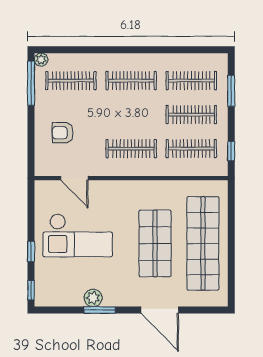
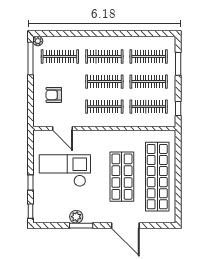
clothes rail: (131, 115) -> (104, 82), added
checkout: (78, 235) -> (65, 171), turned 180

